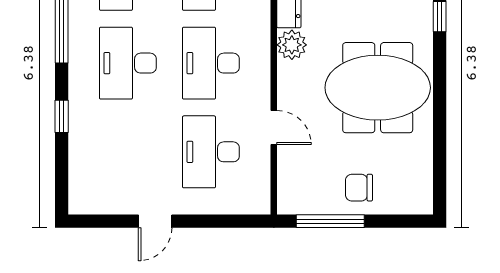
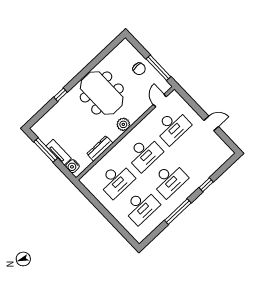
plant: (292, 45) -> (123, 124), moved
door: (274, 128) -> (160, 101), moved

